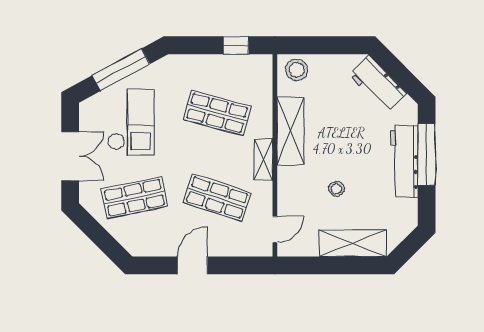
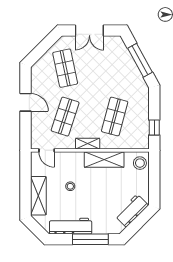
checkout: (131, 122) -> (109, 66), removed
workbench: (404, 161) -> (71, 226), moved

